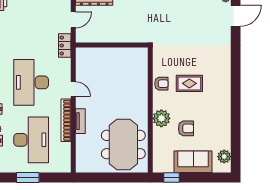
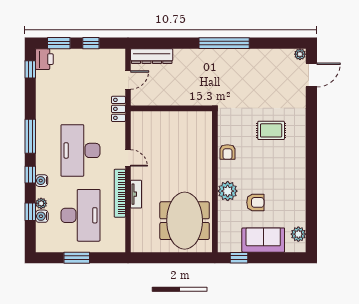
rug: (189, 83) -> (271, 130), moved
armchair: (161, 84) -> (227, 152), turned 90

